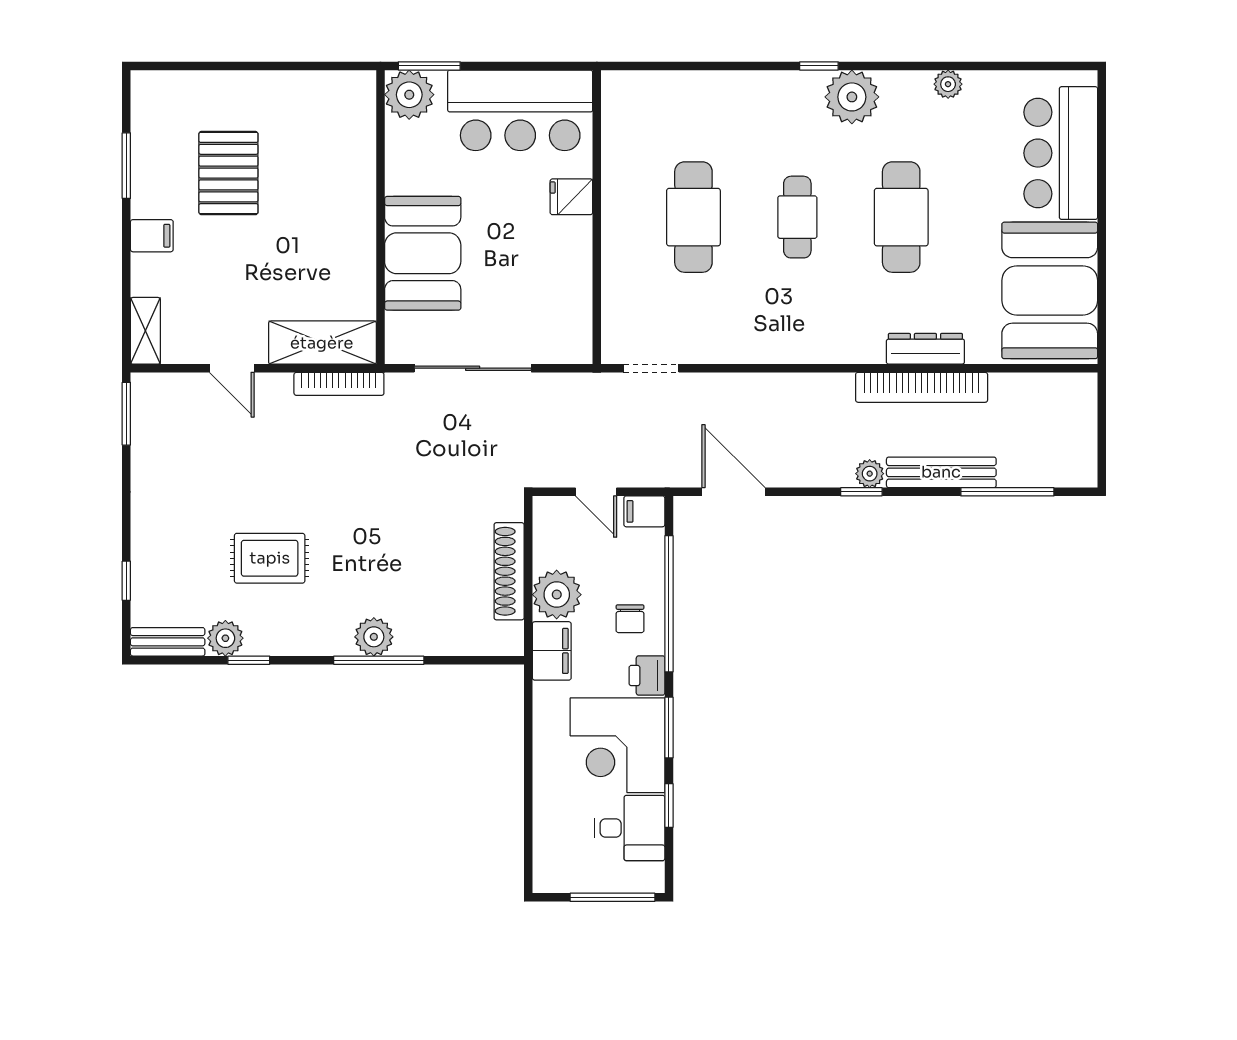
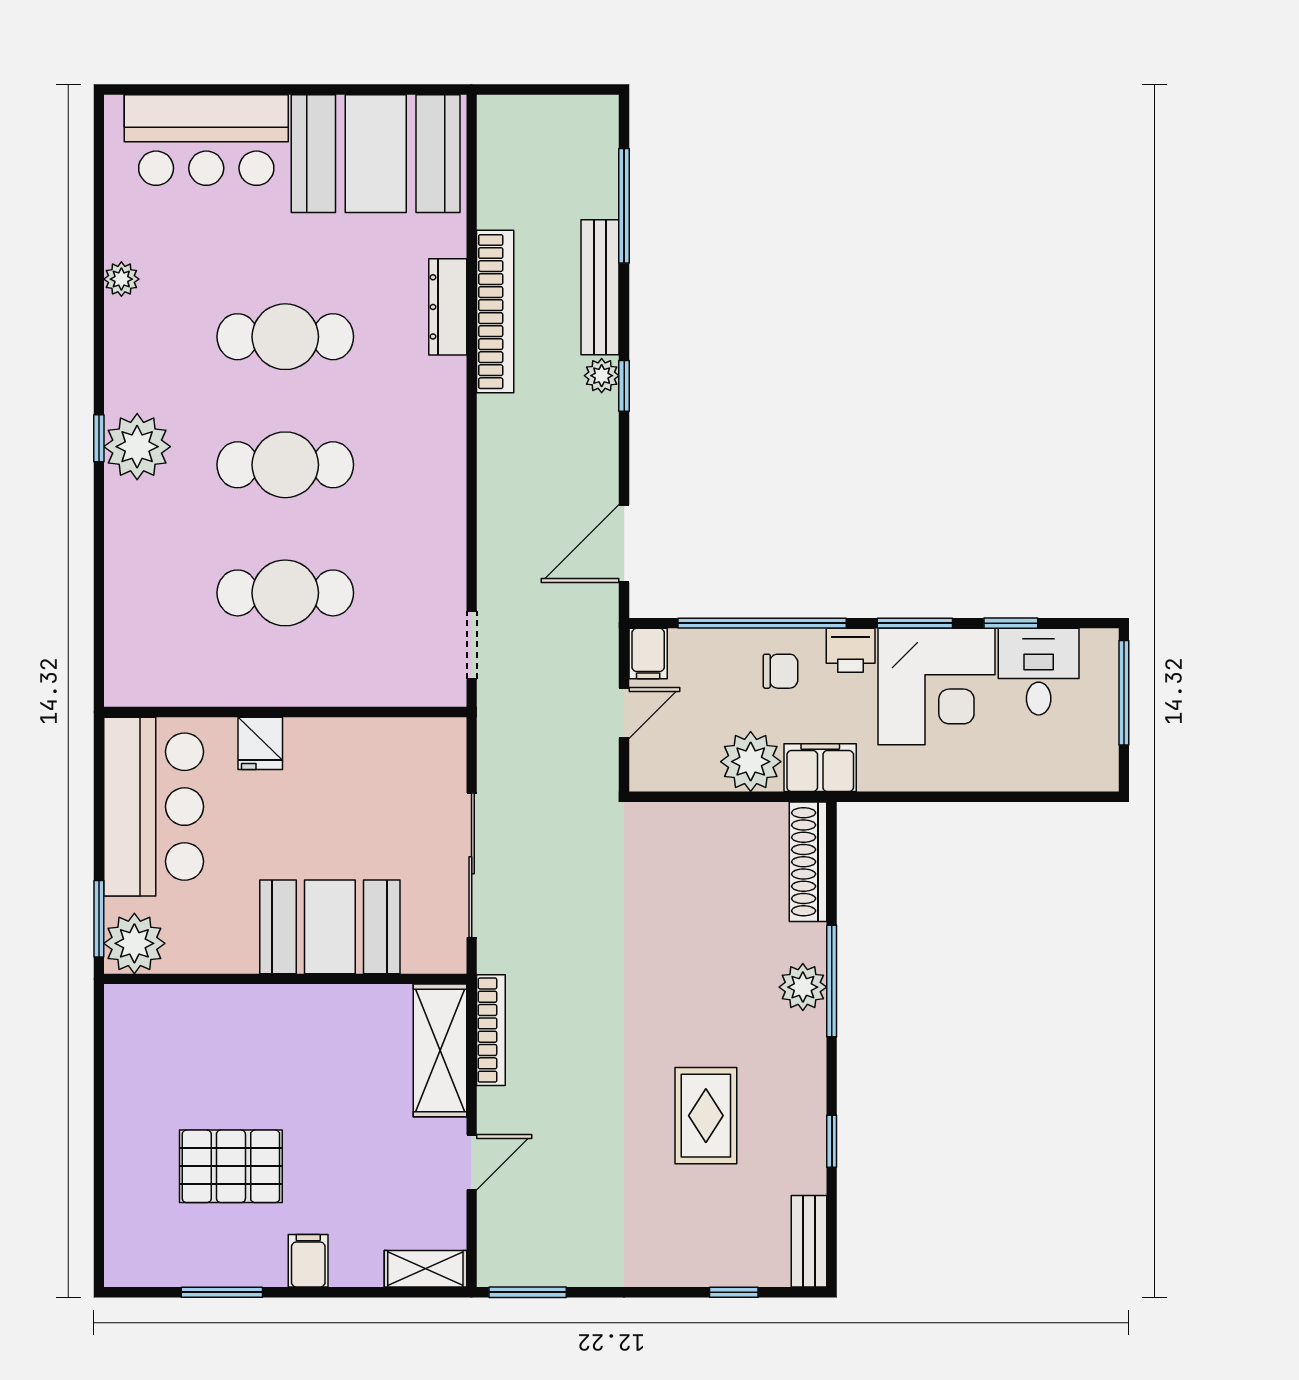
plant: (852, 97) -> (137, 447), moved
cafe table: (797, 217) -> (285, 465), width x1.37, depth x1.35
shoe rack: (509, 571) -> (808, 862), moved, turned 90
plant: (225, 638) -> (805, 1170), removed

